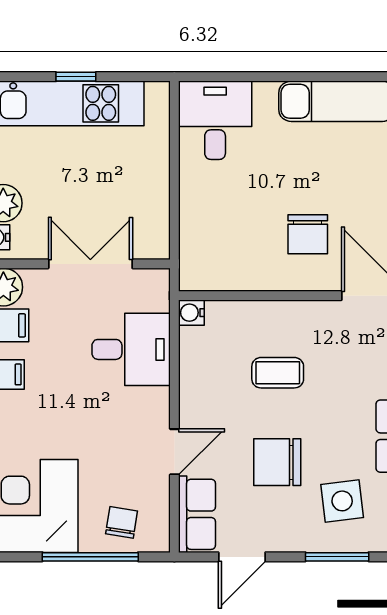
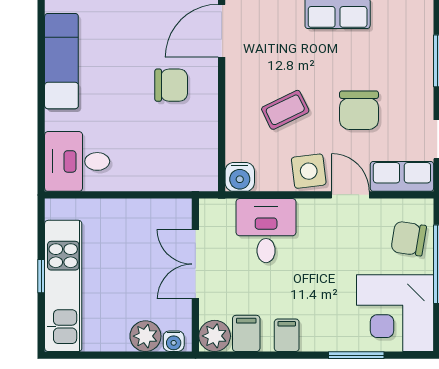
water cooler: (191, 313) -> (240, 177), width x1.38, depth x1.38
coffee table: (278, 373) -> (285, 110), turned 64
side table: (342, 501) -> (309, 171), moved
chair: (122, 522) -> (409, 239), width x1.37, depth x1.37

